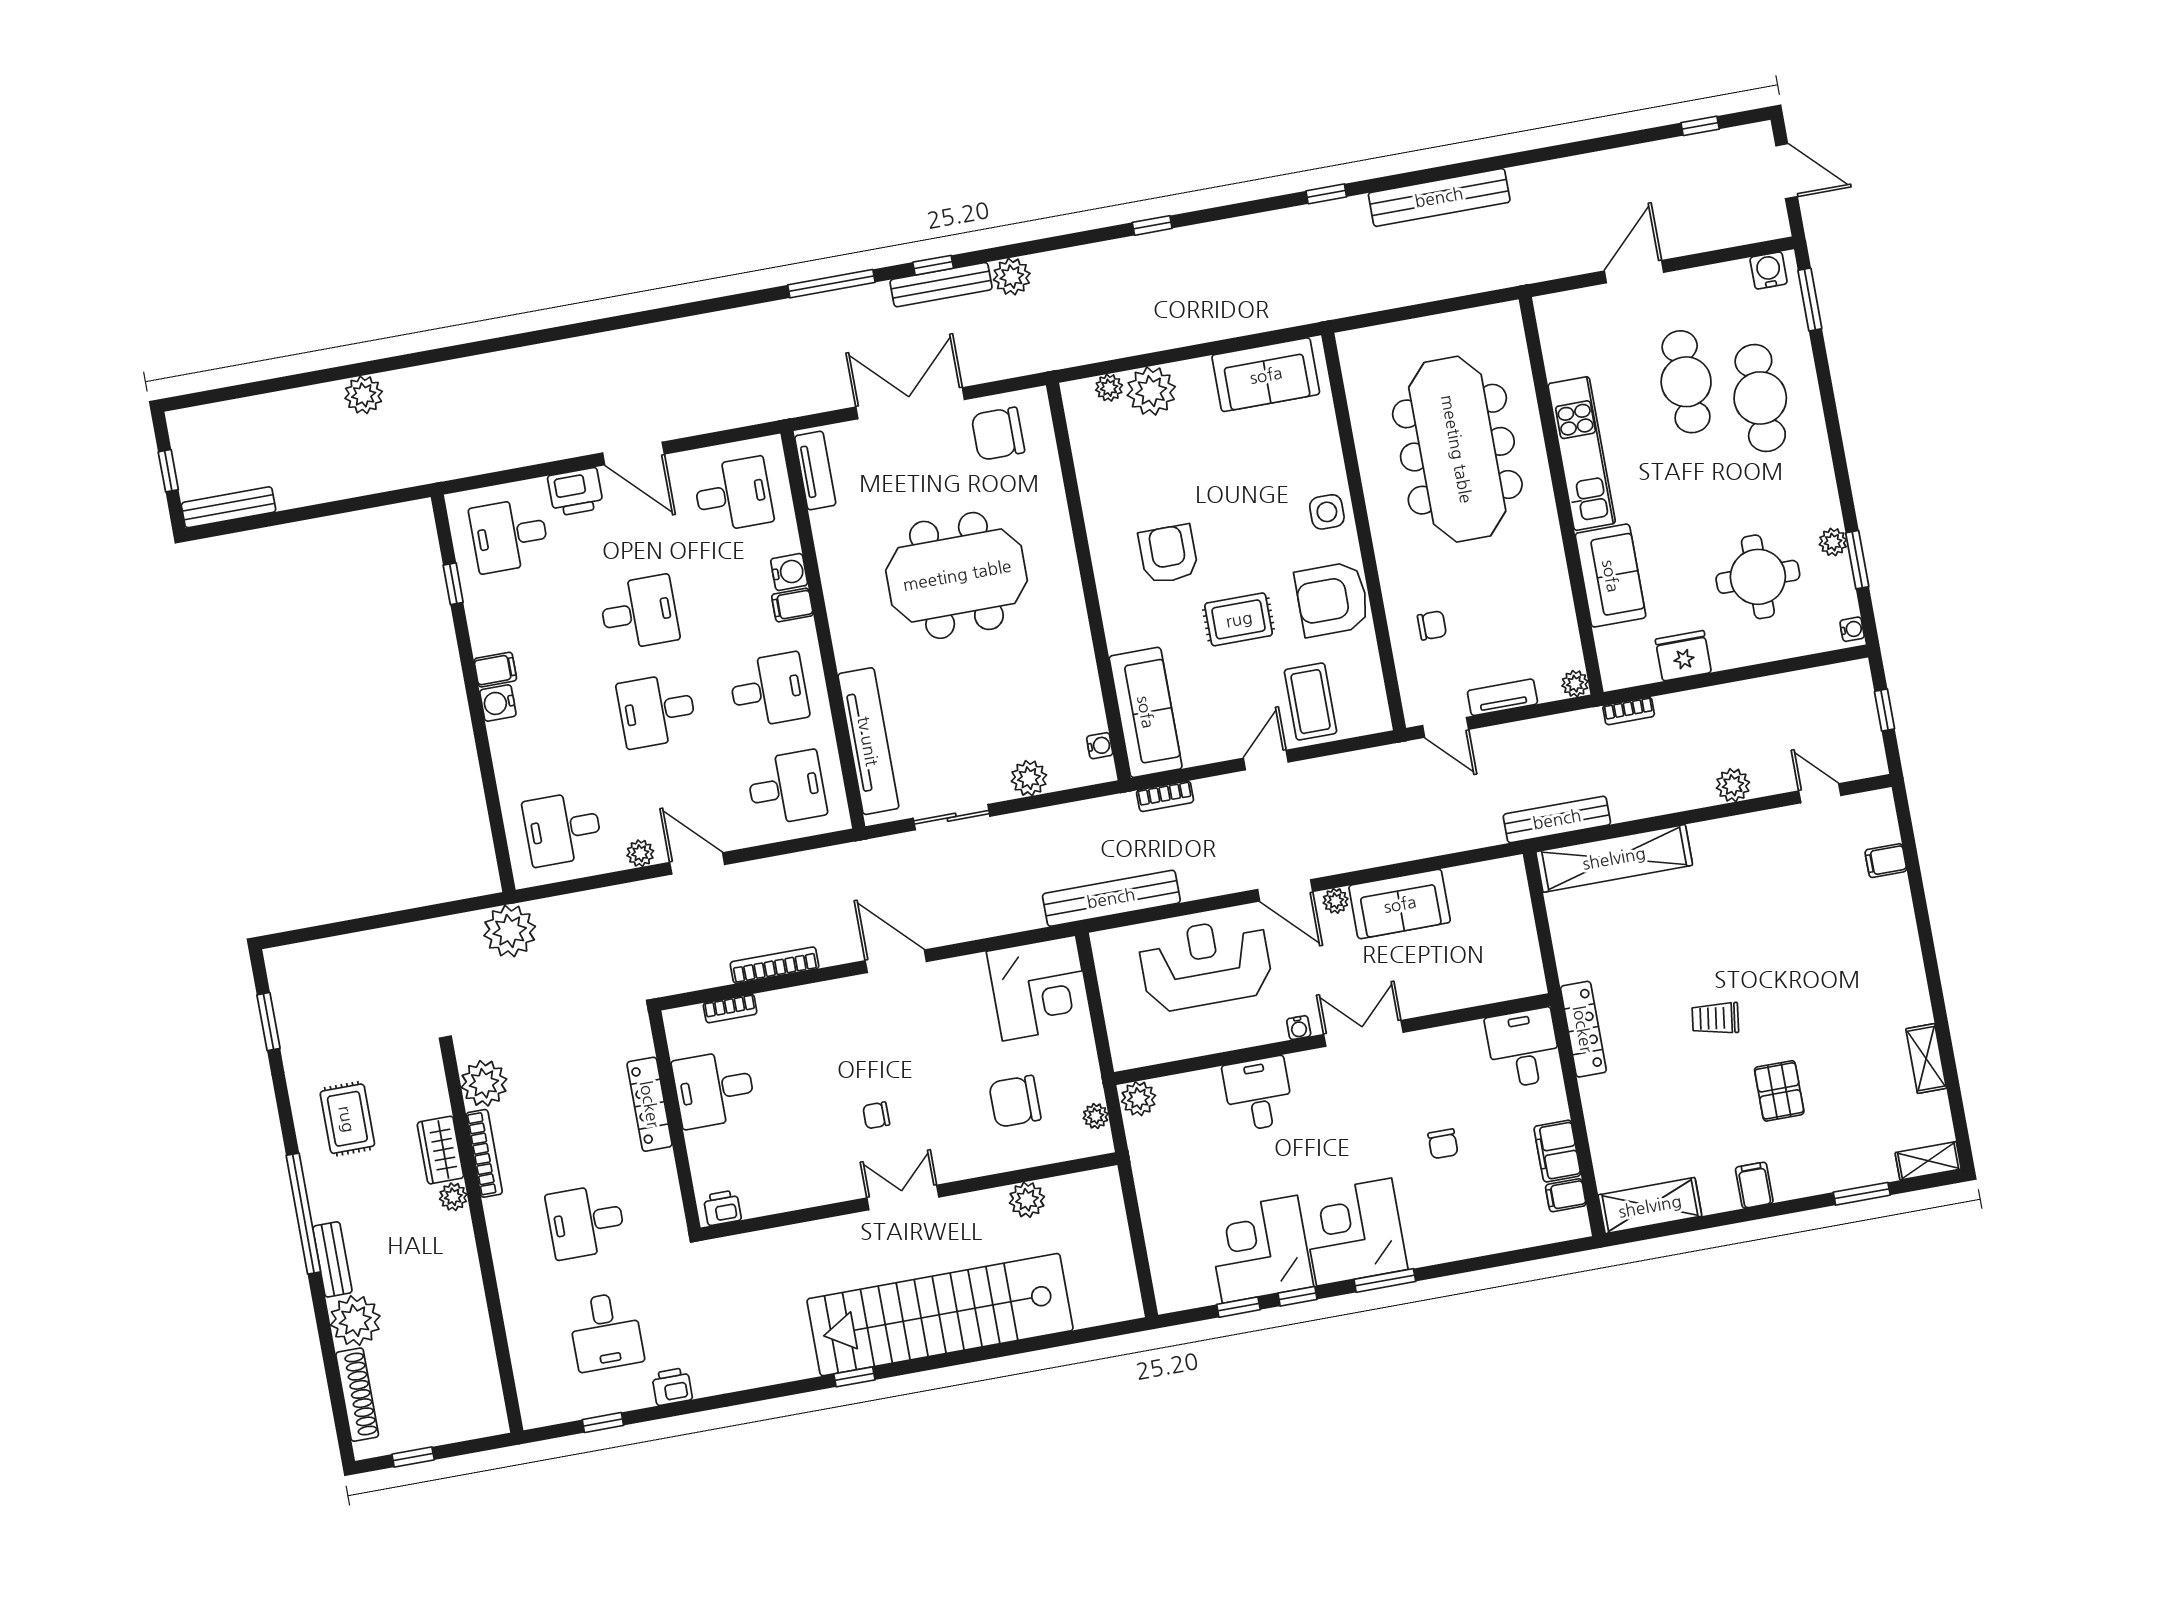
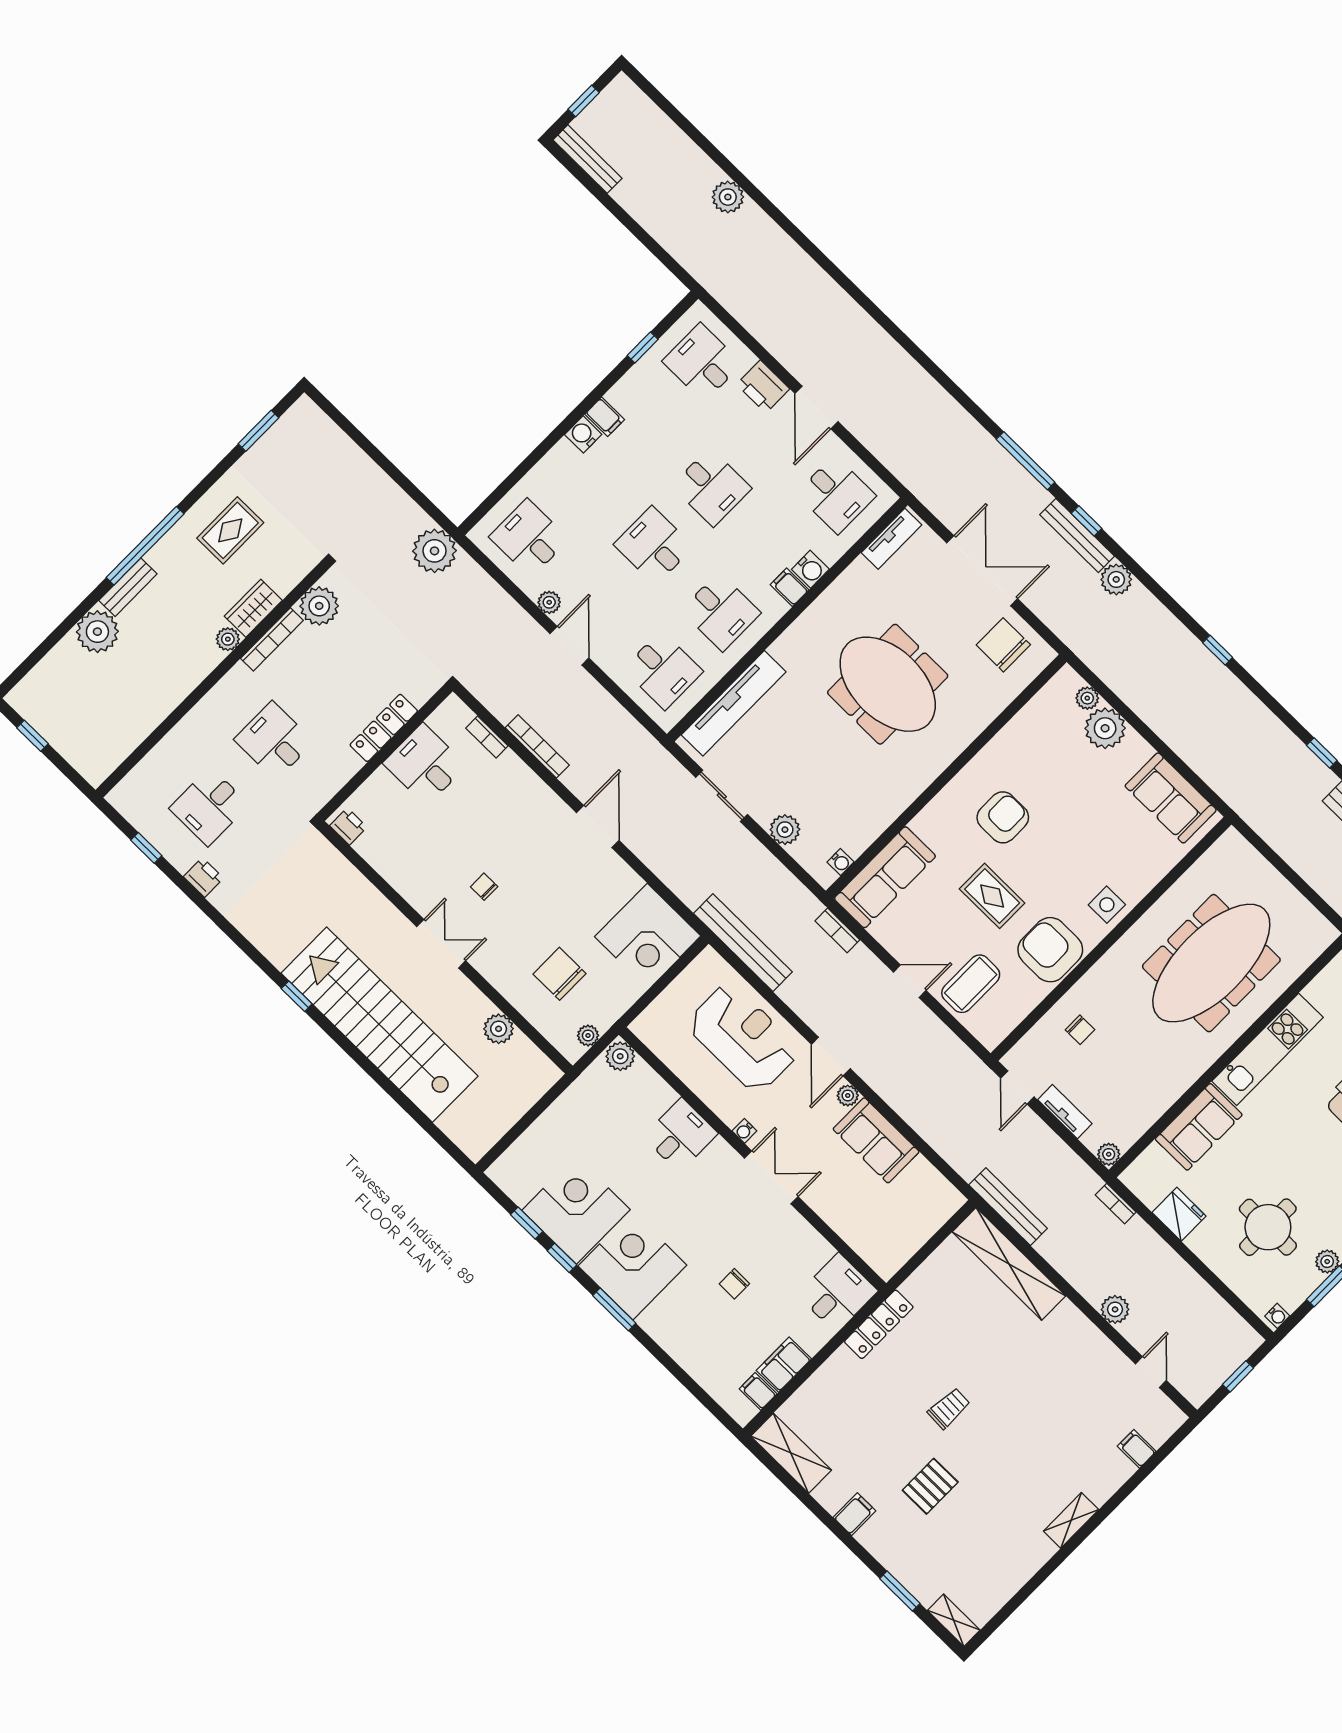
trolley: (1715, 1018) -> (949, 1408), turned 85
shelving: (1926, 1059) -> (1071, 1520), moved
shoe rack: (357, 1395) -> (48, 668), removed

